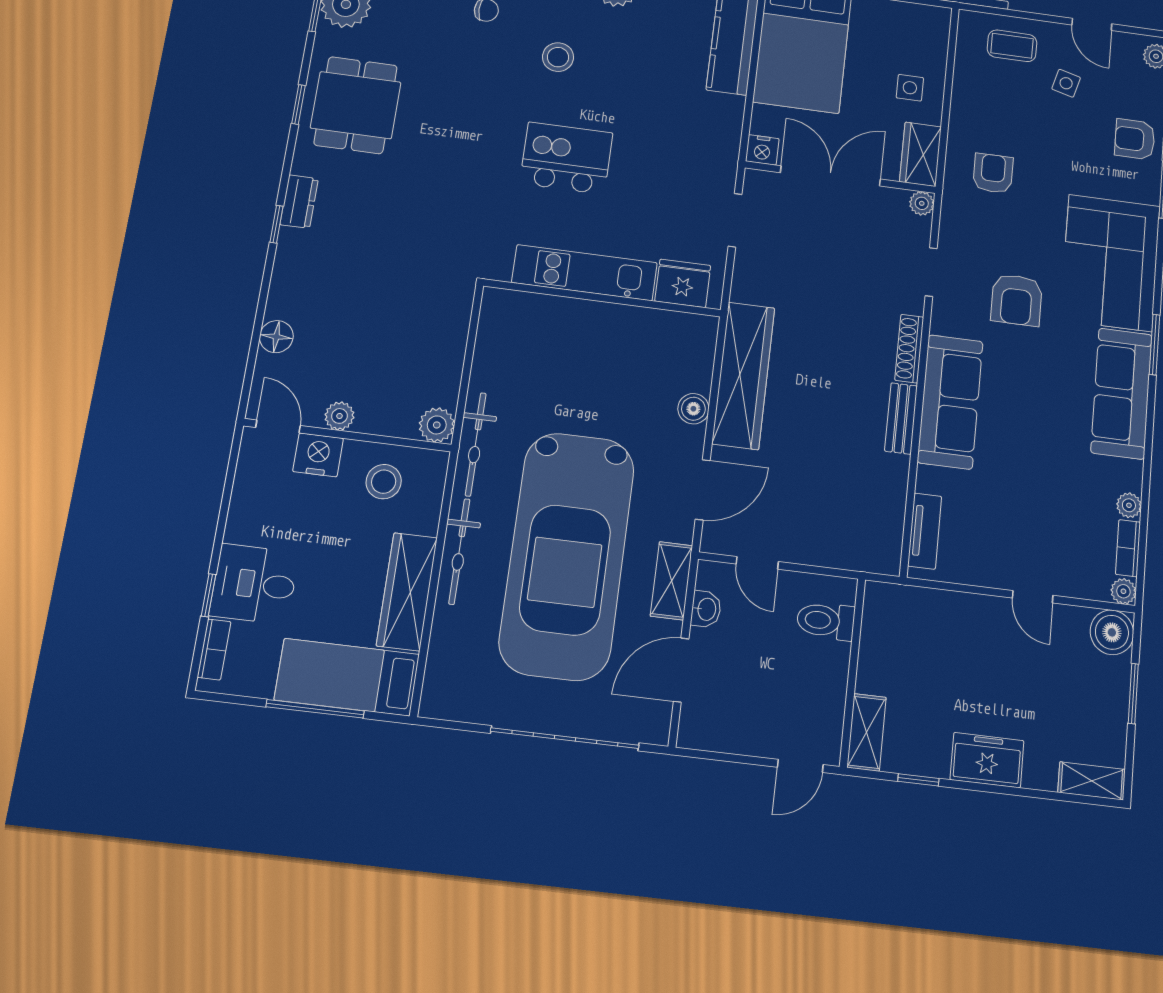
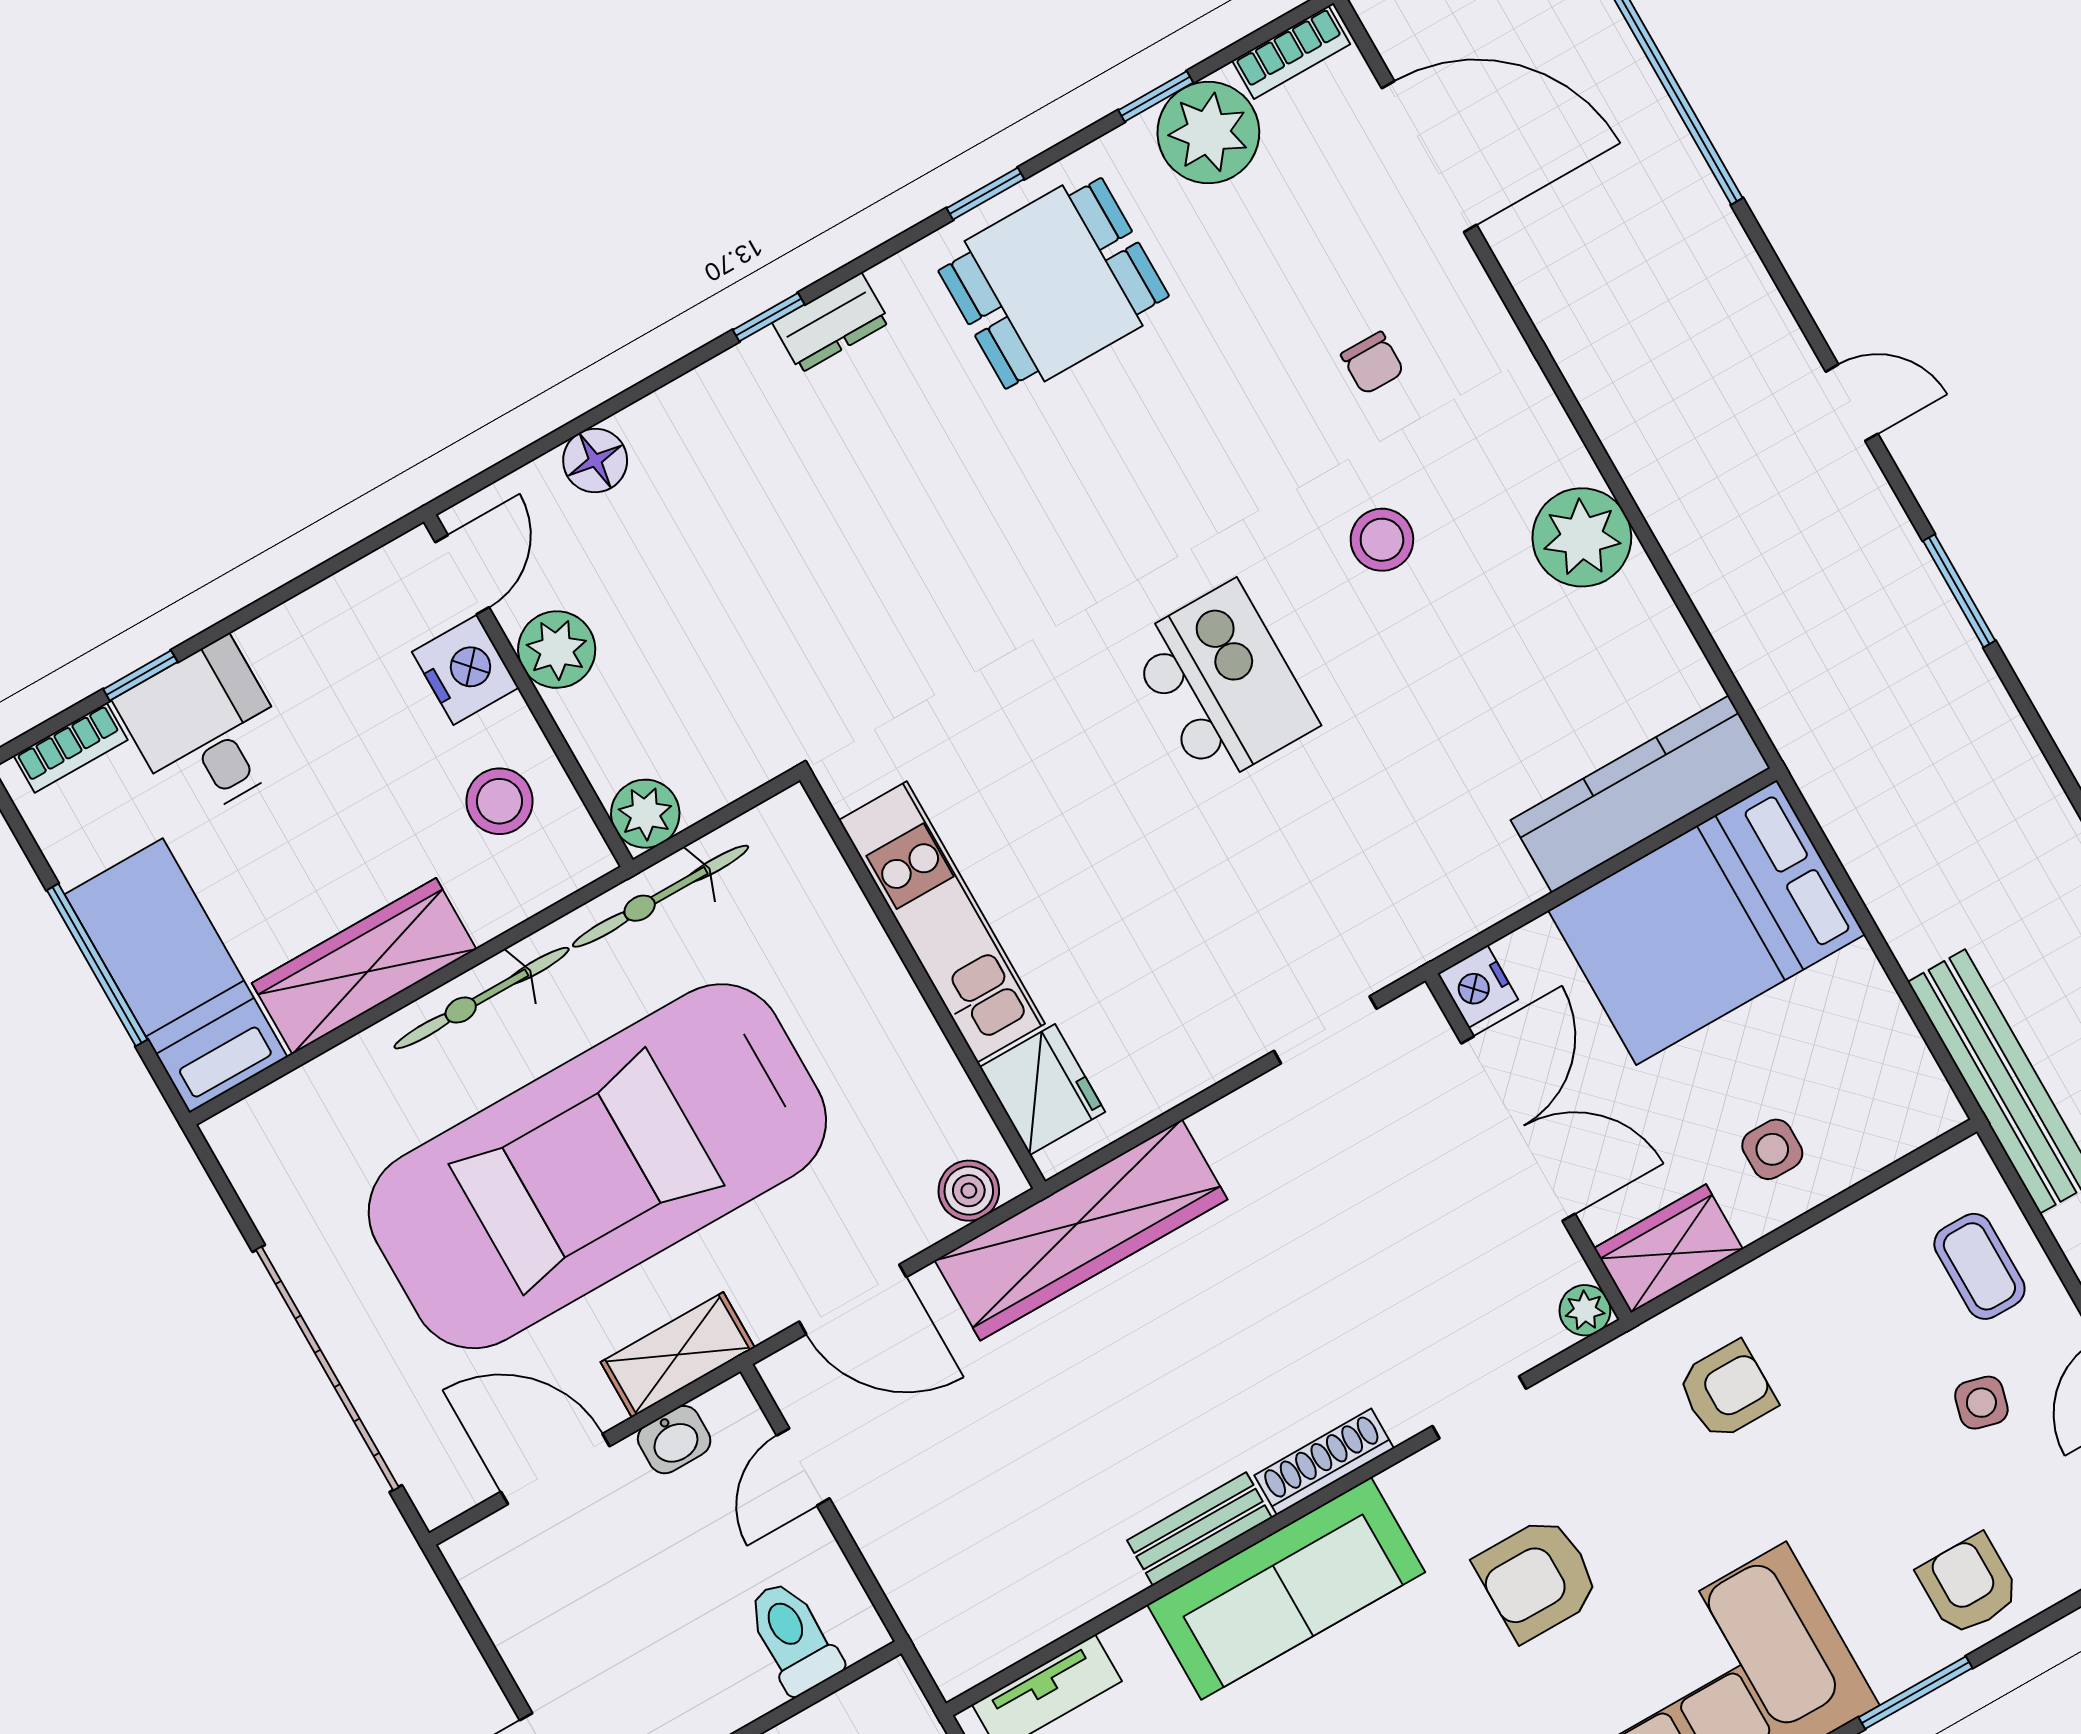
kitchen unit: (585, 273) -> (942, 922), moved
fridge: (683, 283) -> (1042, 1089), moved
wall: (602, 298) -> (923, 981), moved
plant: (339, 416) -> (557, 650), width x1.38, depth x1.38

